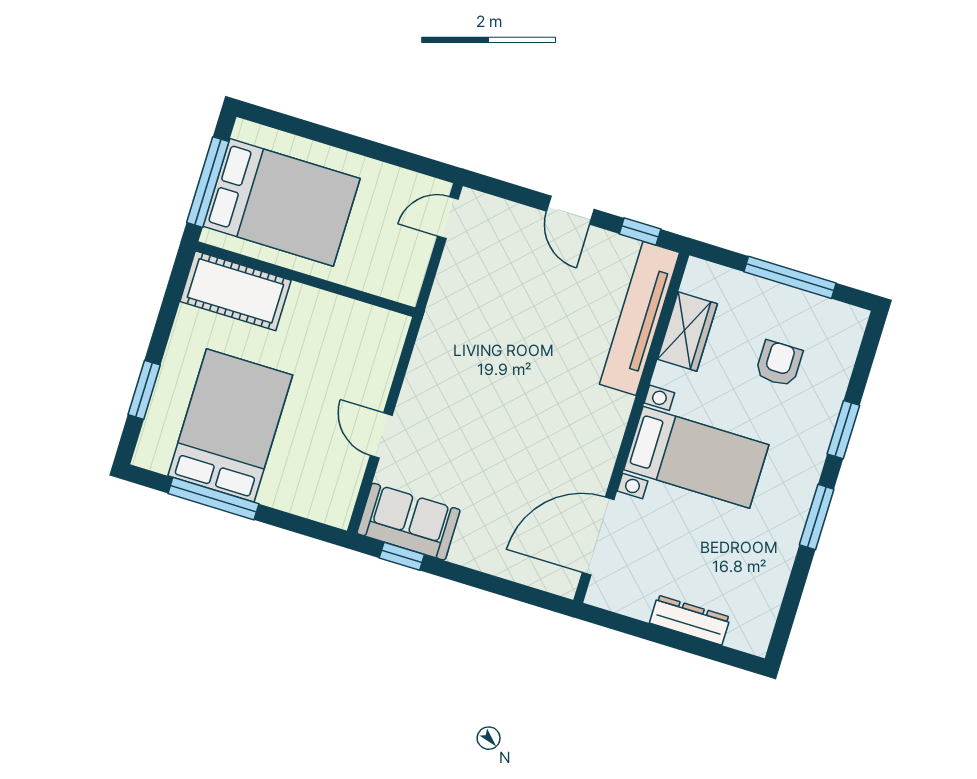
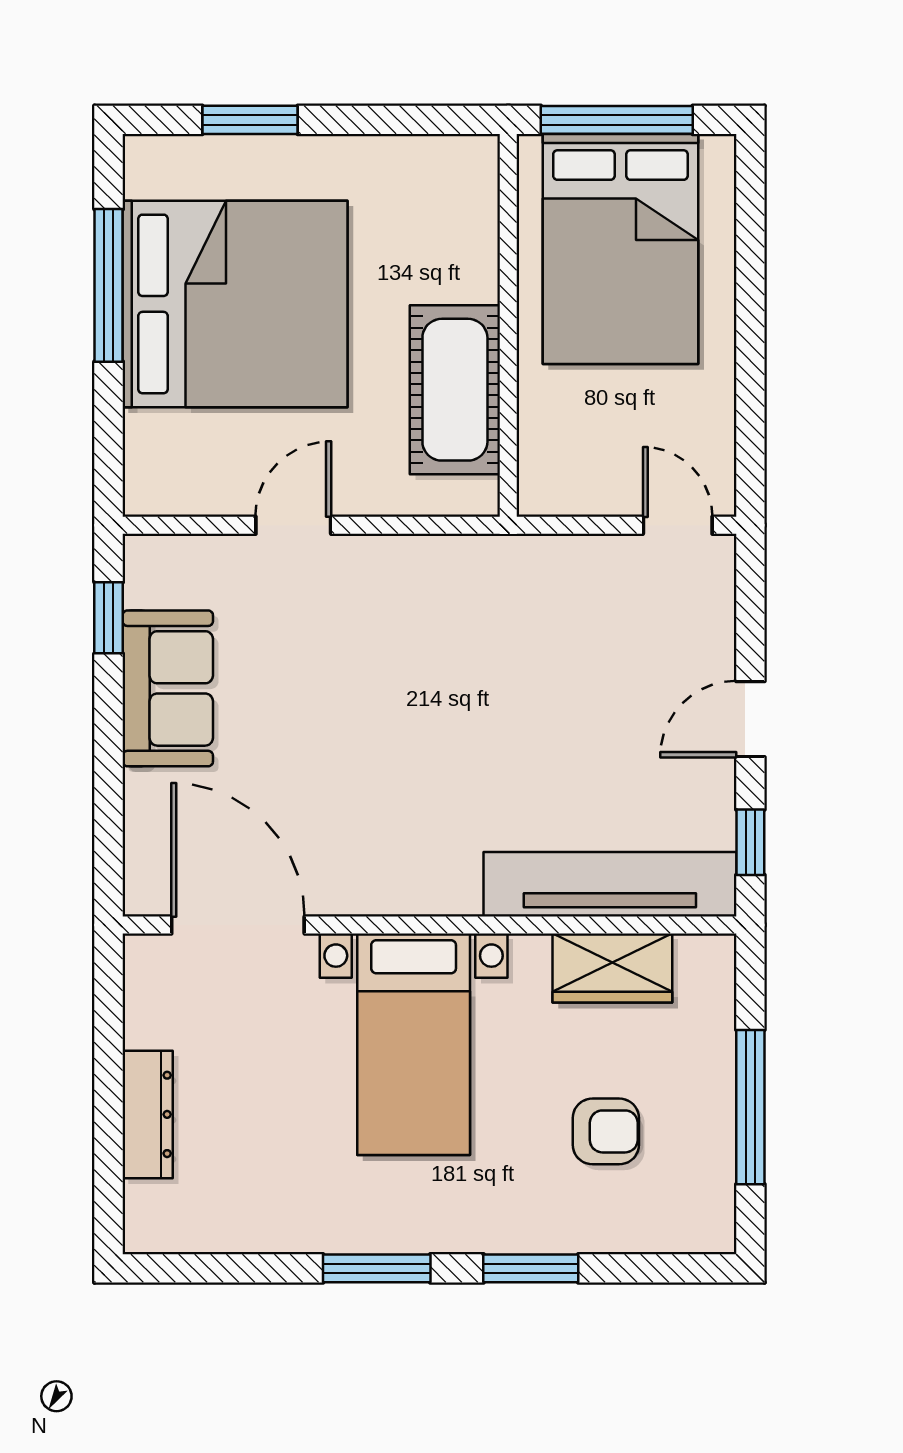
cot: (236, 291) -> (455, 390), moved
bed: (230, 425) -> (235, 304), width x1.36
sofa: (408, 522) -> (168, 688), moved

